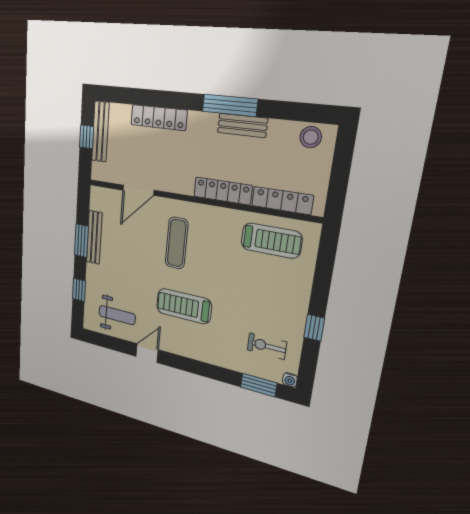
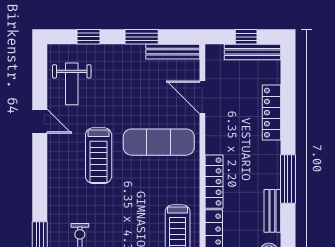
bench: (242, 125) -> (272, 211), moved
bench: (94, 237) -> (173, 52), moved
exercise mat: (177, 243) -> (159, 142), width x1.36, depth x1.45
treadmill: (184, 306) -> (99, 156), turned 180

